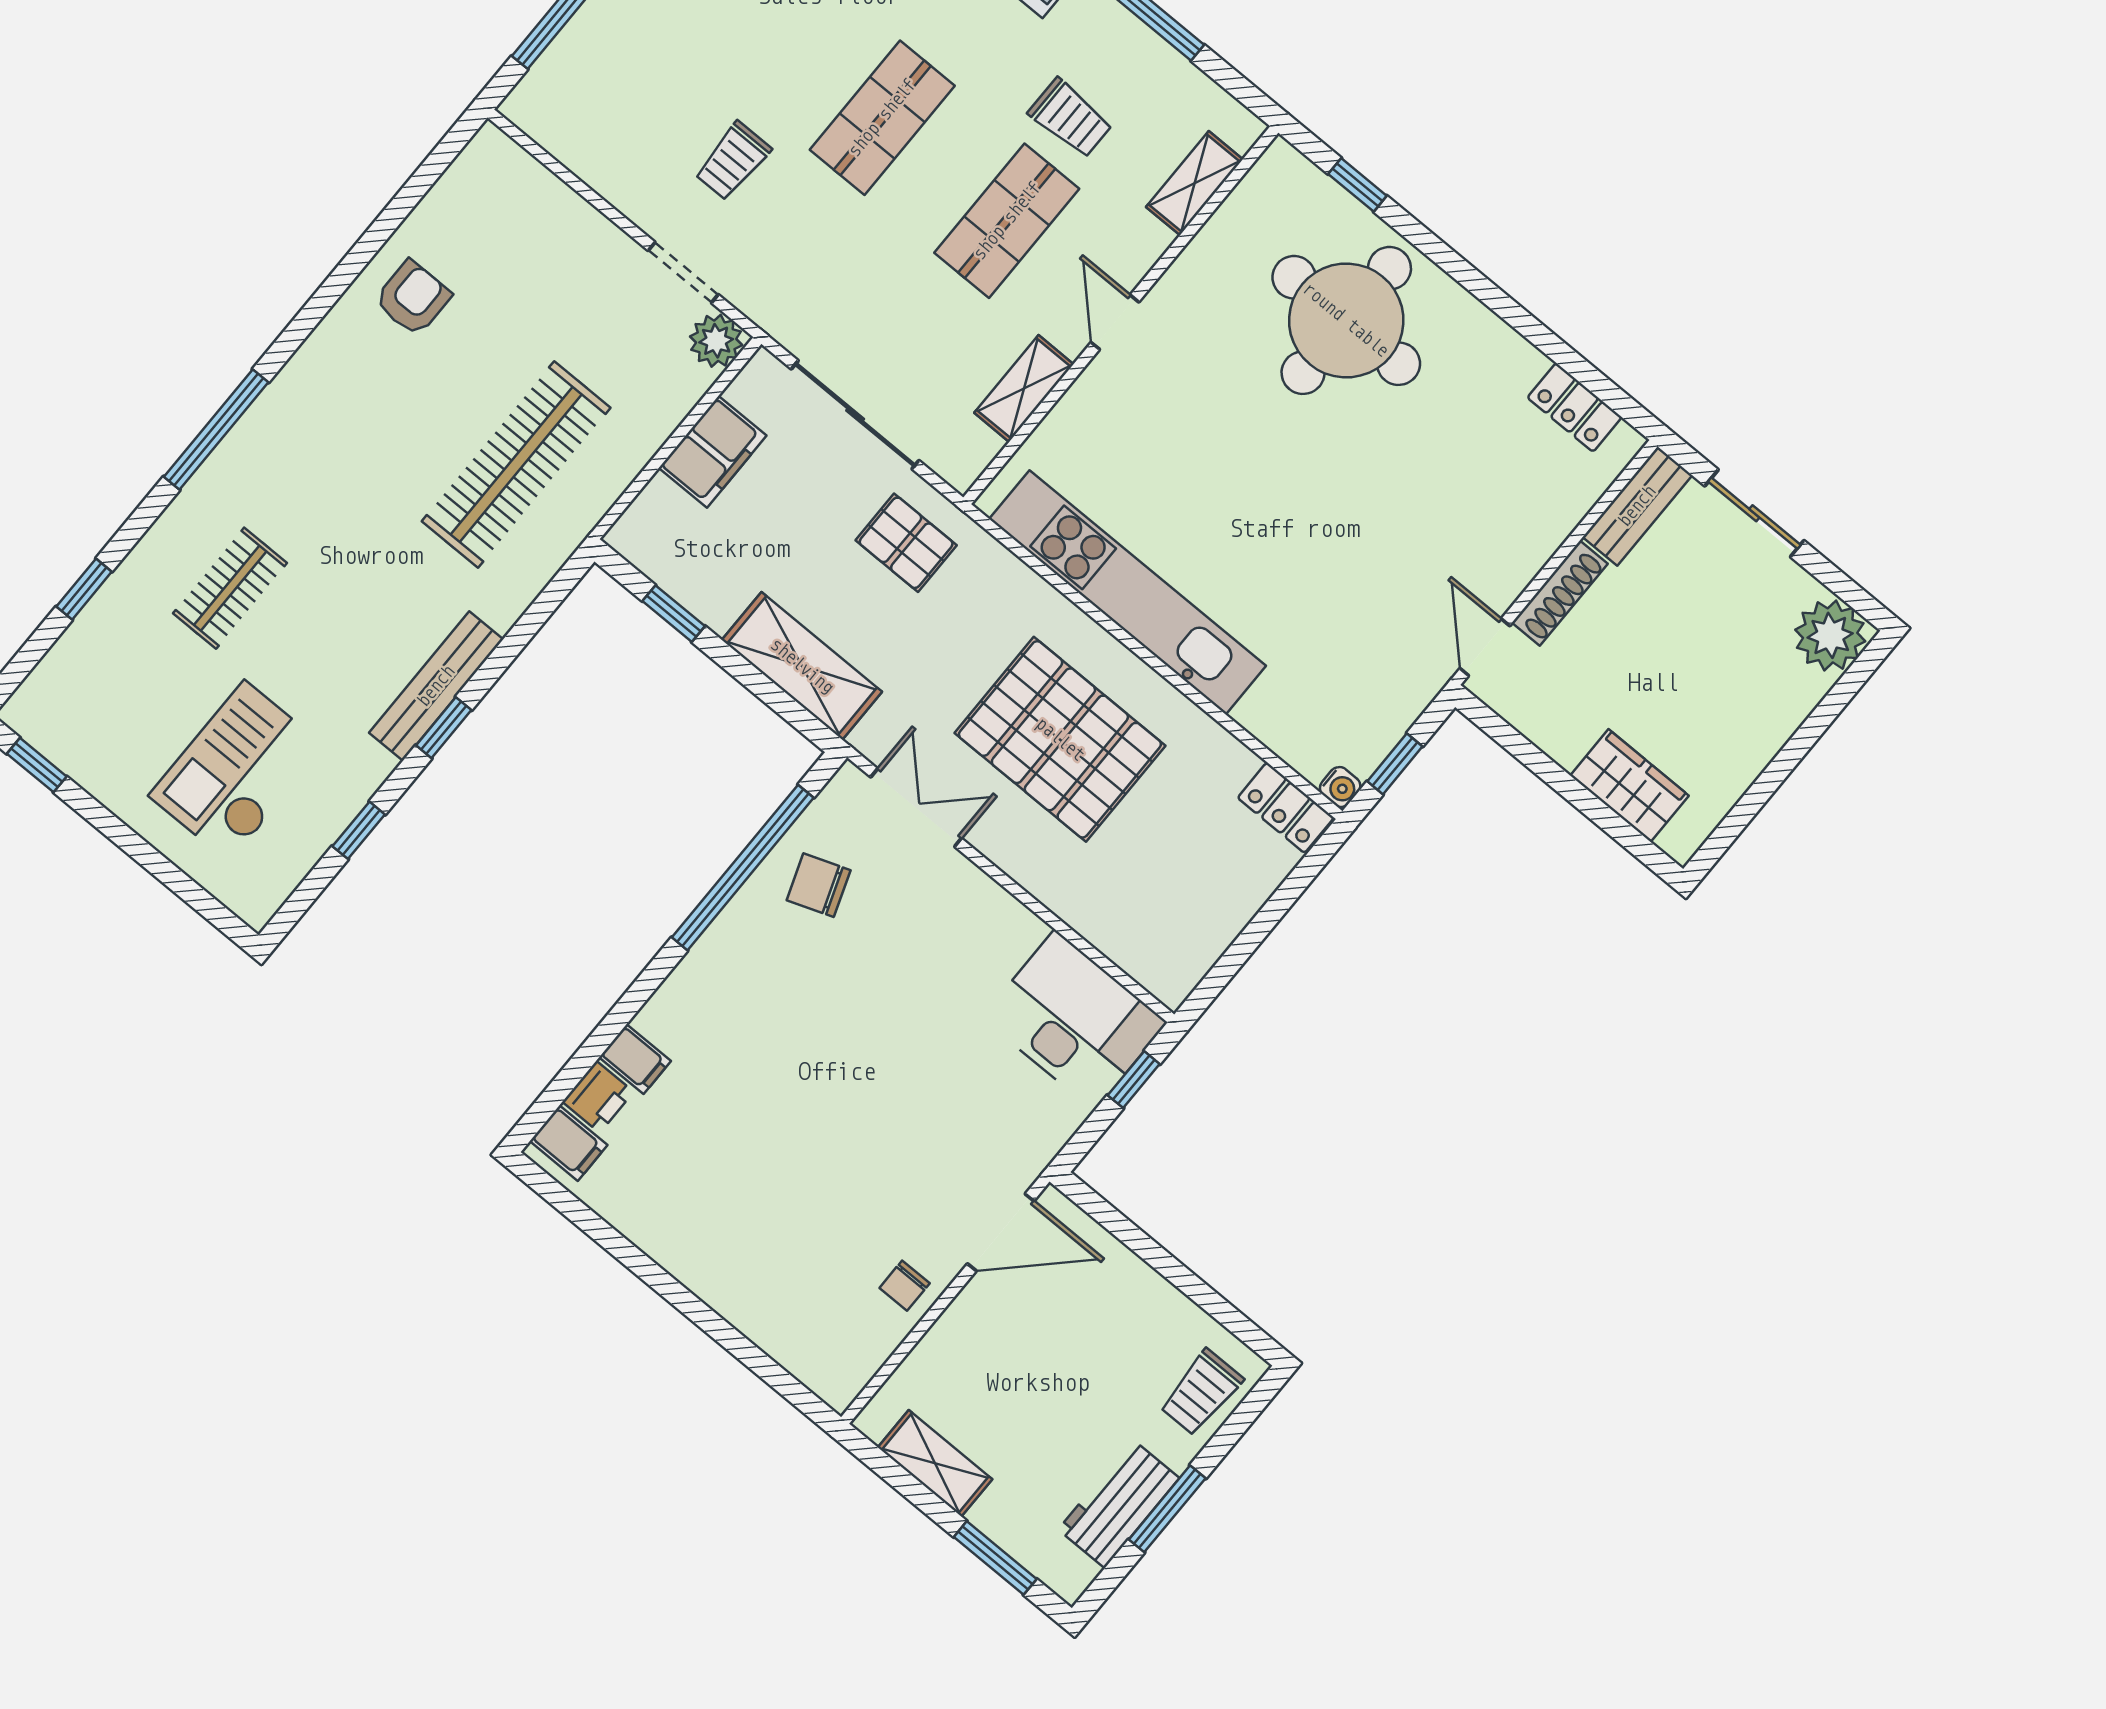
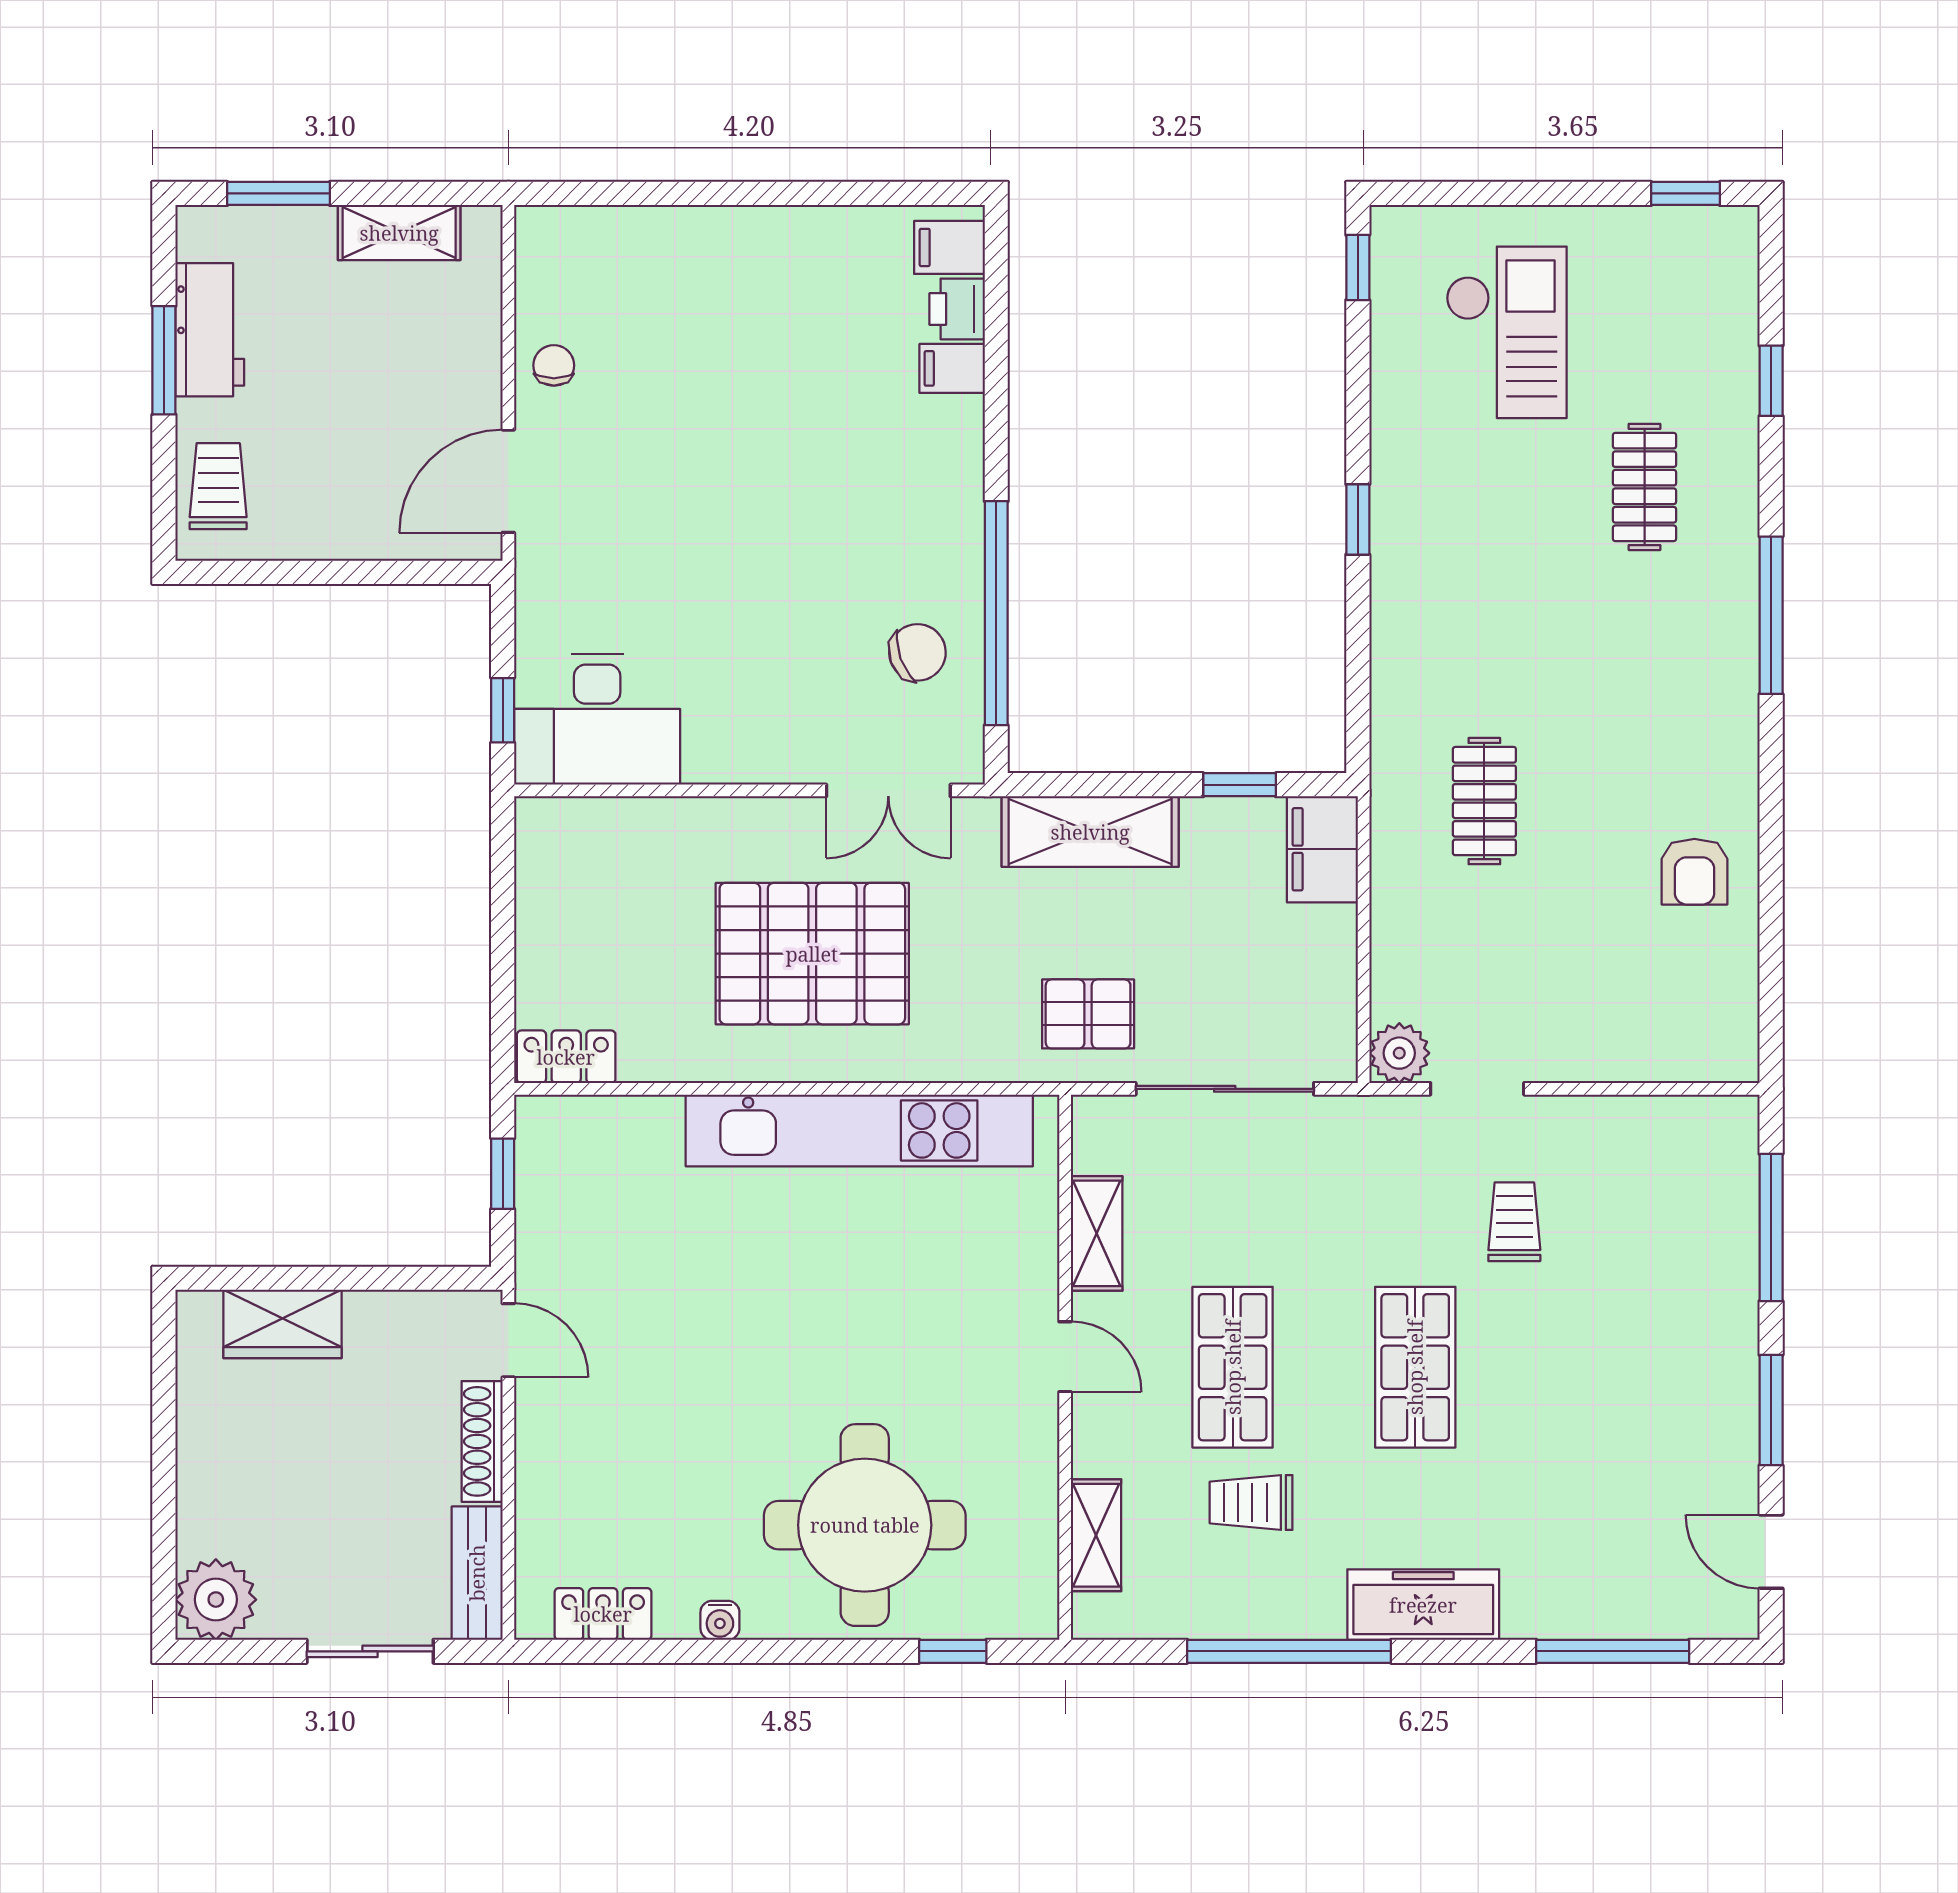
filing cabinet: (713, 452) -> (1322, 849), moved
clothes rail: (516, 464) -> (1484, 801), width x0.54, depth x0.76
bench: (436, 686) -> (1394, 550), removed
water cooler: (1340, 787) -> (720, 1620), moved, turned -90
window: (359, 830) -> (1358, 267), moved

